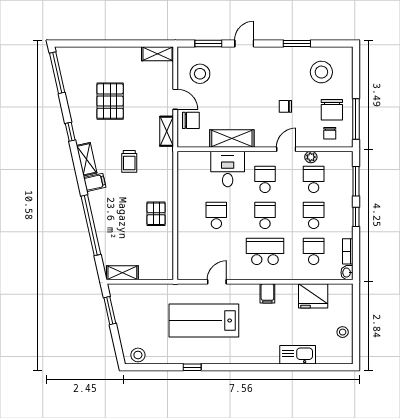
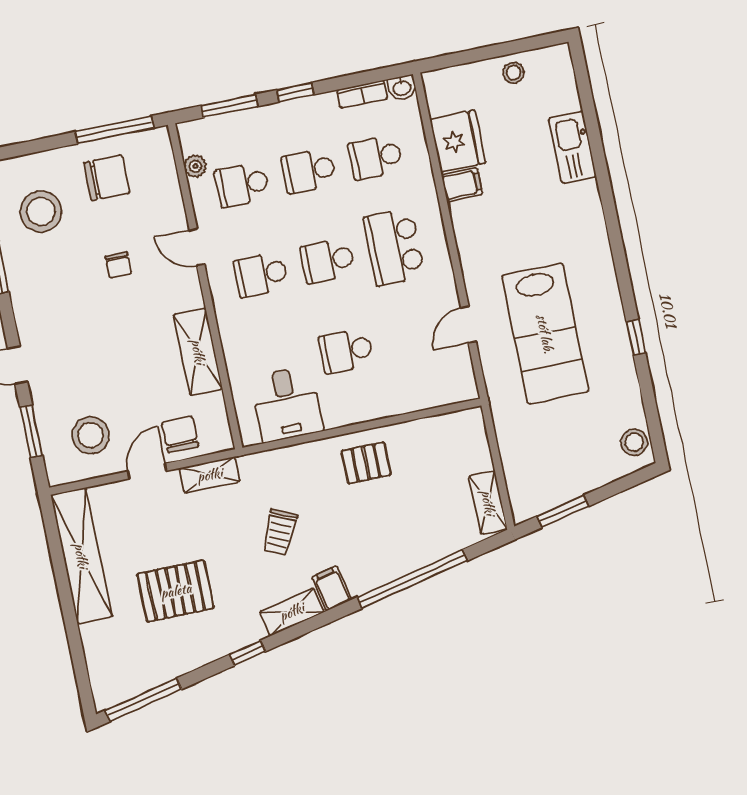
shelving: (158, 54) -> (81, 556), width x2.20, depth x1.33
chair: (330, 133) -> (151, 173), removed
plant: (311, 157) -> (195, 166), moved
trolley: (129, 161) -> (280, 532), turned 115
desk: (228, 169) -> (287, 404), moved, turned -90
door: (217, 282) -> (468, 325), hinge flipped
filing cabinet: (267, 293) -> (462, 185), moved

